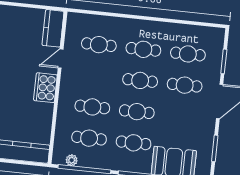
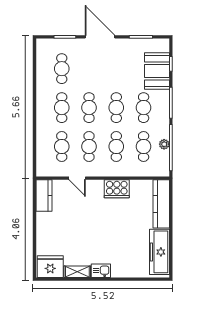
kitchen counter: (53, 28) -> (44, 196), moved, turned -90
cafe table: (185, 85) -> (89, 147), moved
cooker: (45, 88) -> (117, 189), moved
plant: (72, 160) -> (164, 144), moved

